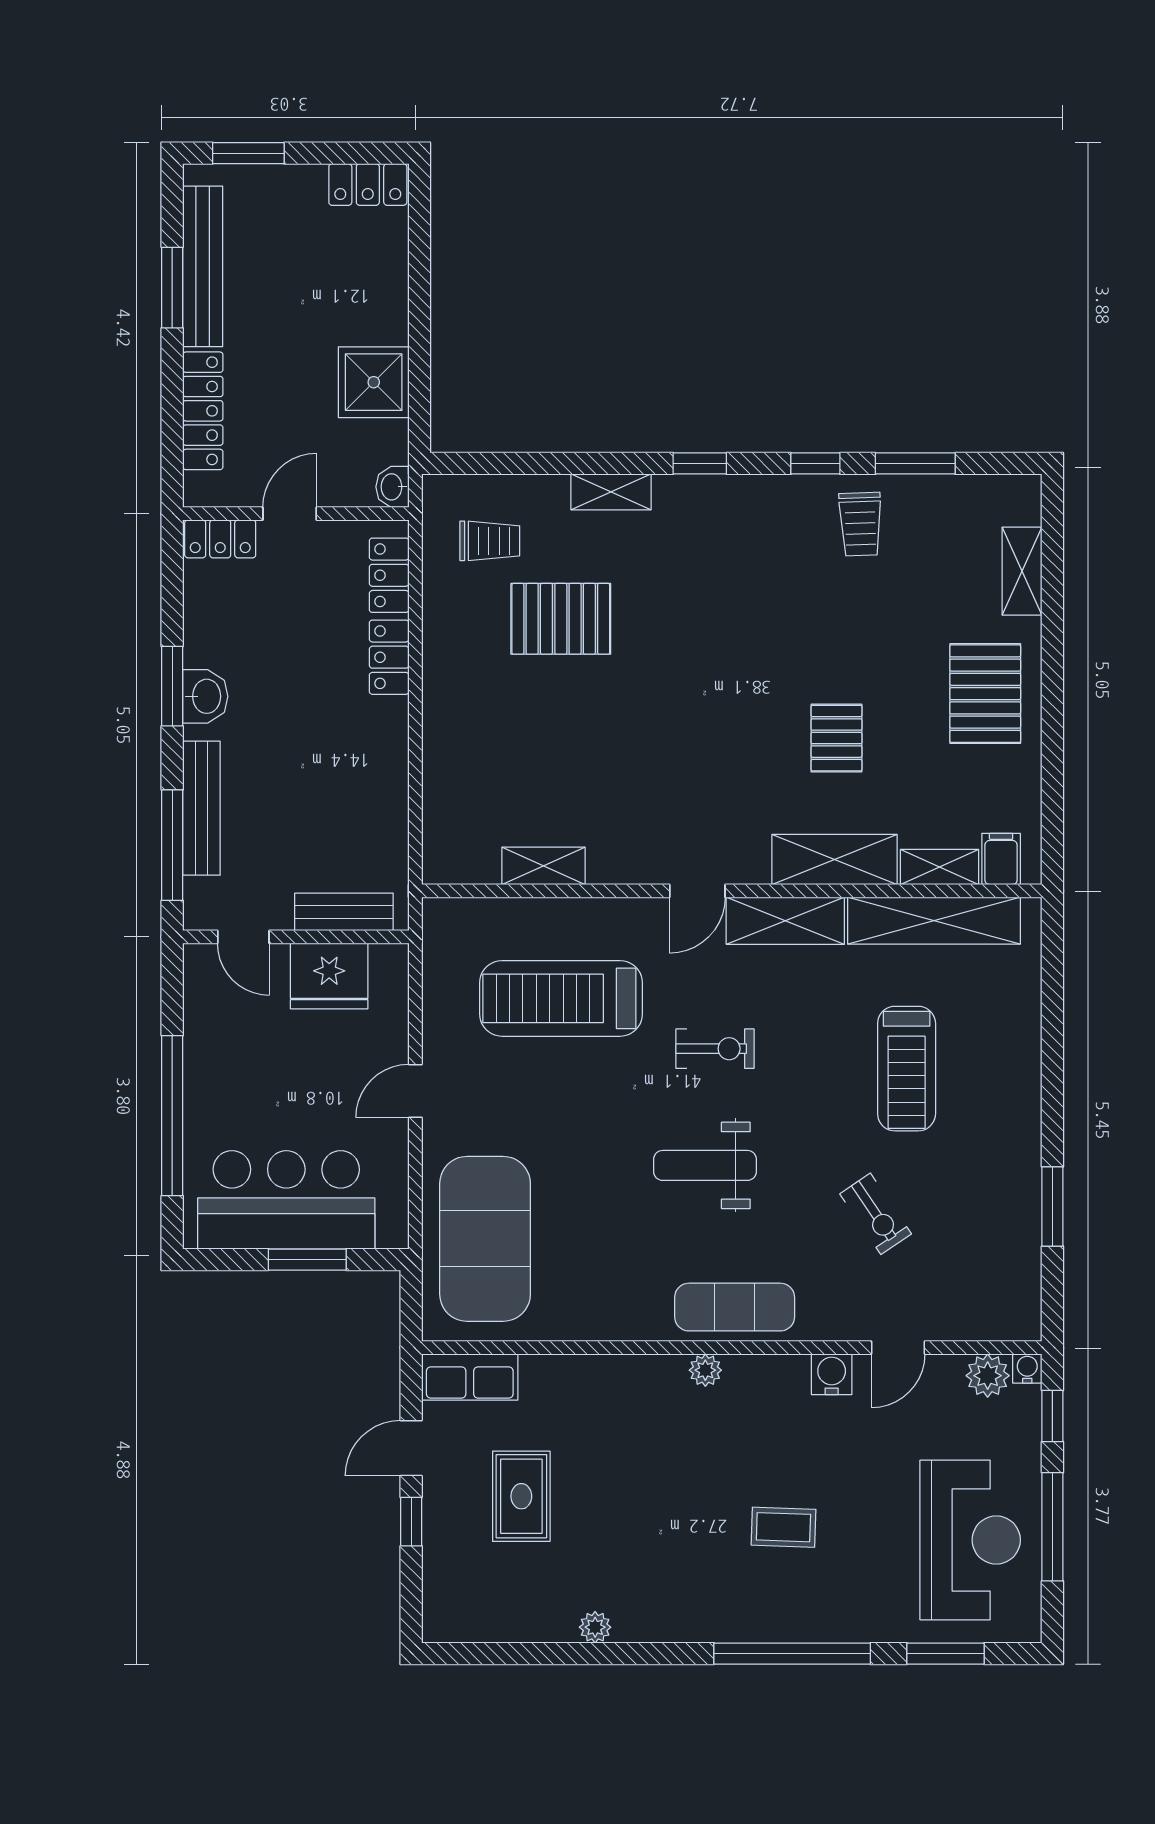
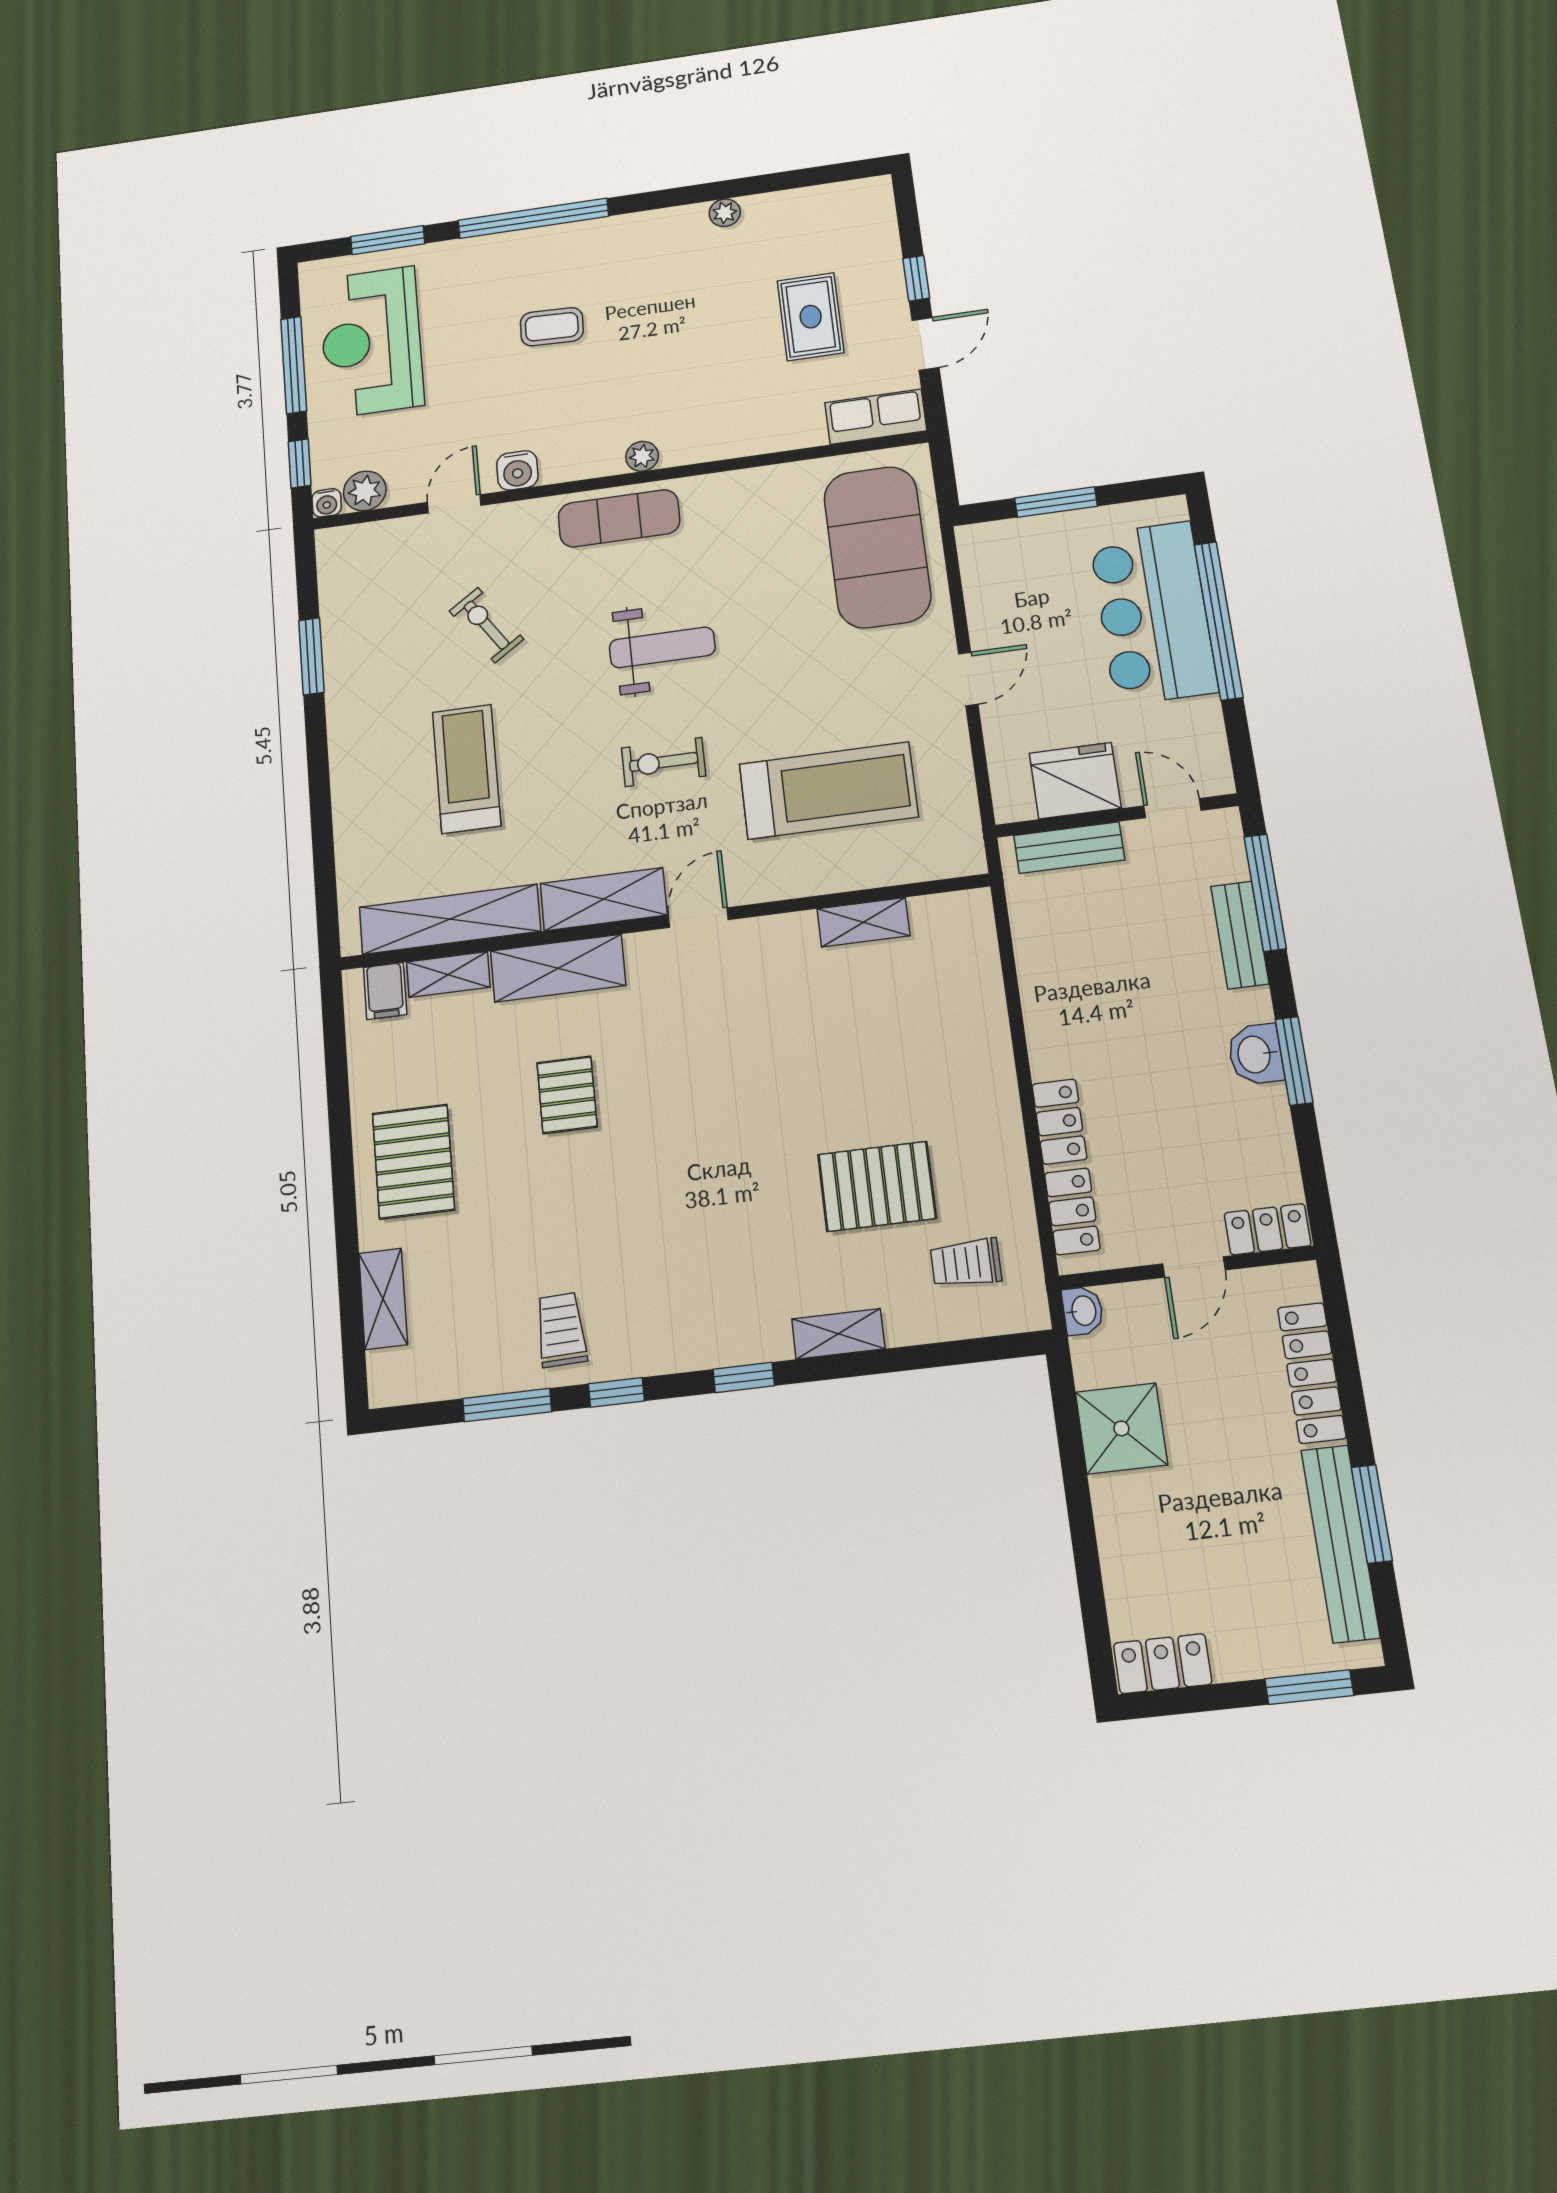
bench: (201, 808) -> (1240, 935), width x0.73
bar counter: (286, 1200) -> (1153, 613), moved, turned 90

